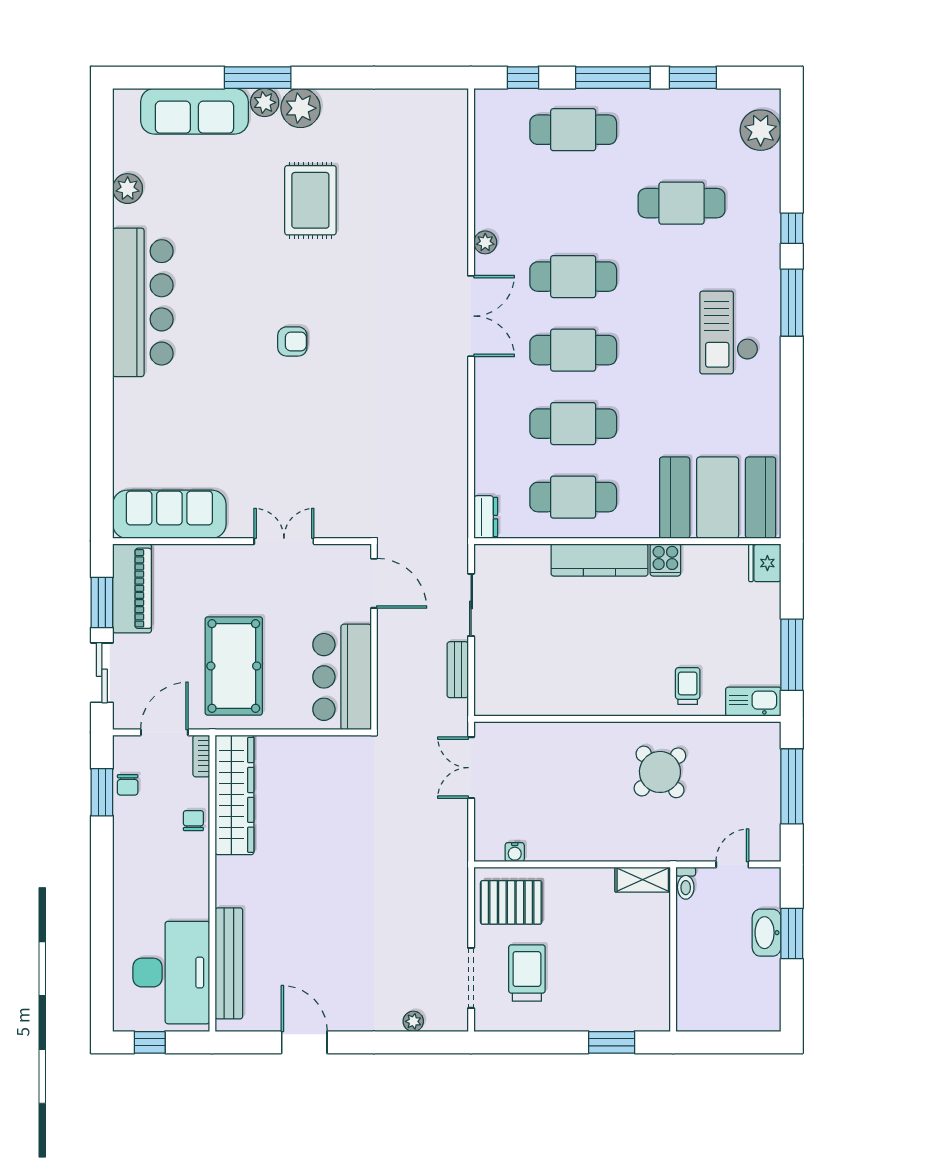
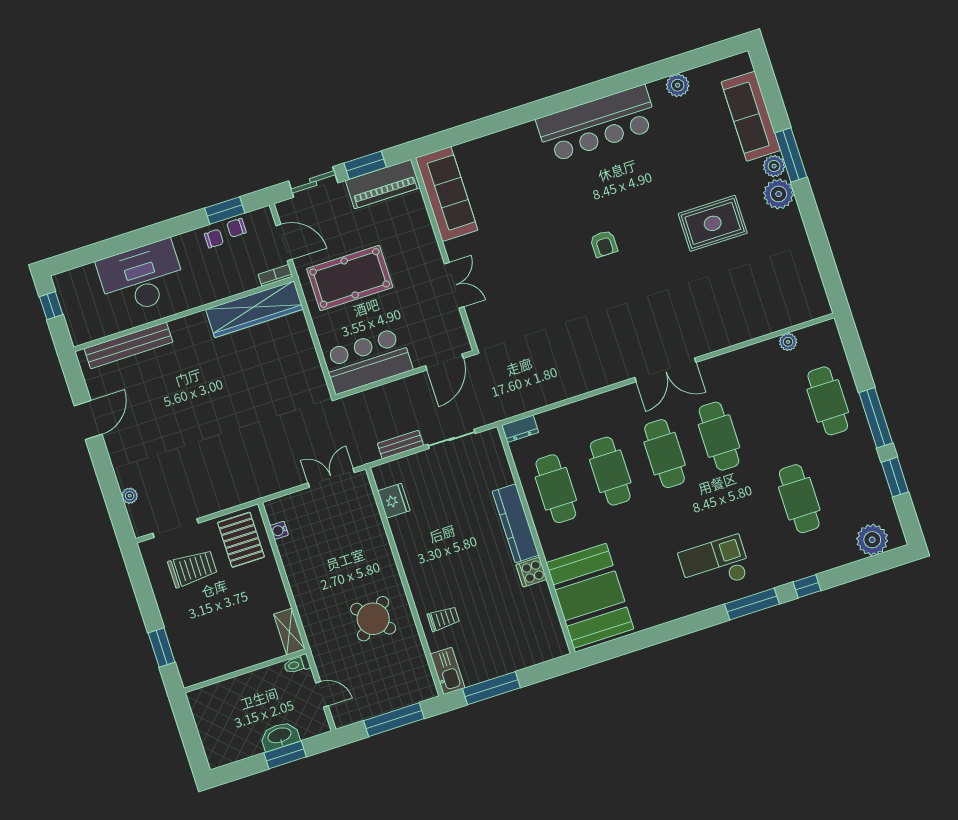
window: (523, 78) -> (854, 351), removed
plant: (485, 242) -> (788, 342), moved
fridge: (765, 563) -> (394, 501), moved, turned 90
chair: (193, 821) -> (214, 239), moved
desk: (171, 973) -> (142, 278), moved, turned 180

